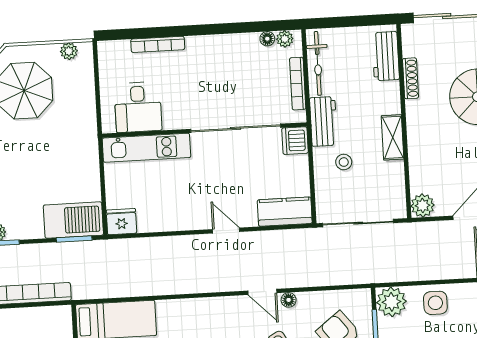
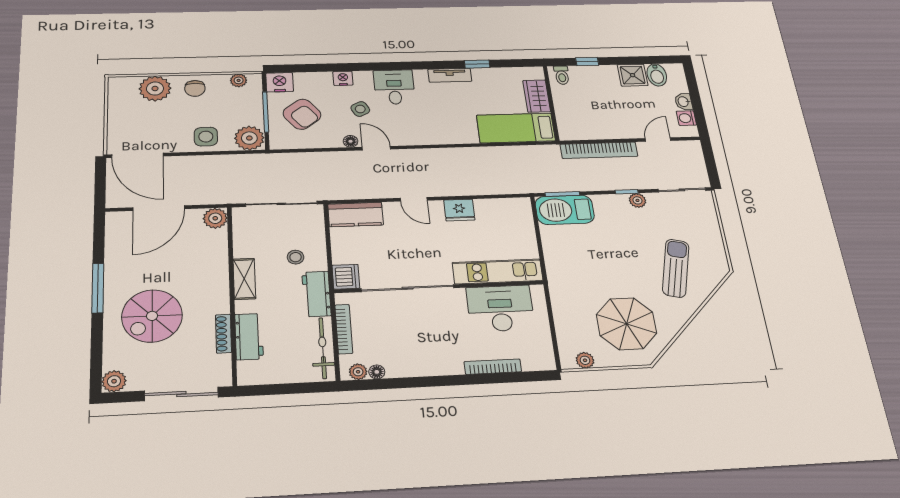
workbench: (386, 56) -> (249, 337), moved
desk: (138, 107) -> (500, 308), width x1.37
fridge: (121, 222) -> (459, 210), moved

